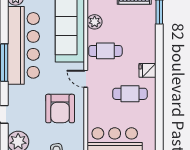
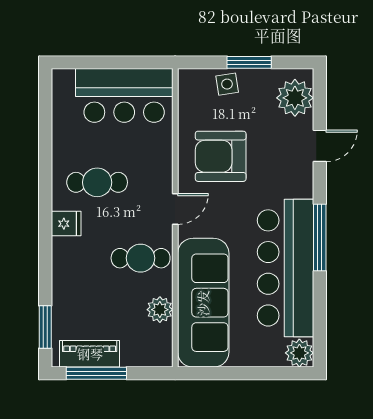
door: (86, 79) -> (175, 209), hinge flipped
armchair: (60, 109) -> (221, 156), turned -90

